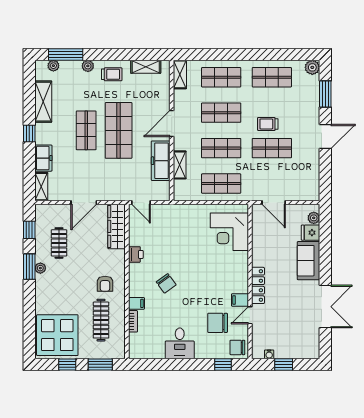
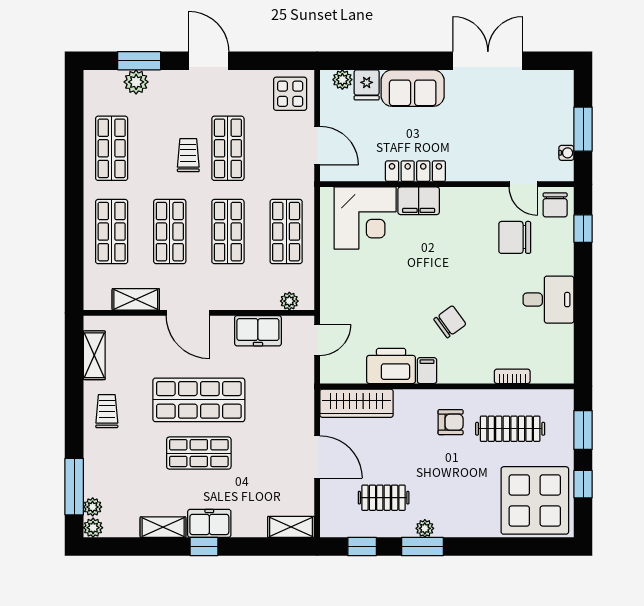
plant: (88, 66) -> (93, 528), moved
plant: (312, 67) -> (136, 82), moved
shelving: (180, 74) -> (136, 299), moved
shelving: (43, 102) -> (163, 527), width x0.67, depth x0.75
trolley: (268, 124) -> (188, 155), turned 180
freezer: (43, 158) -> (209, 523), moved
freezer: (161, 161) -> (258, 331), width x0.71
shelving: (180, 165) -> (255, 300), removed
plant: (179, 185) -> (289, 301), added
display table: (305, 186) -> (290, 94), added
door: (141, 202) -> (317, 340), moved
door: (274, 202) -> (317, 146), hinge flipped
printer: (136, 254) -> (391, 366), width x1.87, depth x1.48
locker: (258, 285) -> (415, 171), moved
filing cabinet: (240, 300) -> (419, 201), moved, width x2.00
filing cabinet: (136, 303) -> (427, 371), moved
door: (250, 315) -> (523, 184), moved
chair: (218, 323) -> (515, 237), turned 90
window: (284, 364) -> (583, 129), width x1.50

